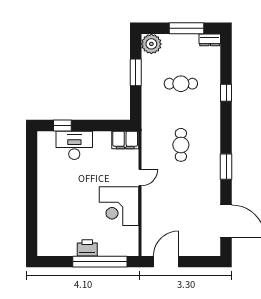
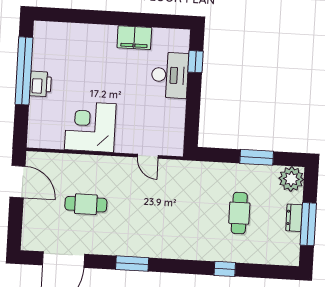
dresser: (210, 40) -> (294, 218), moved
filing cabinet: (125, 140) -> (134, 38), moved, turned -90
cafe table: (181, 145) -> (86, 204), moved
door: (140, 177) -> (148, 156), moved
window: (100, 262) -> (24, 71), moved

